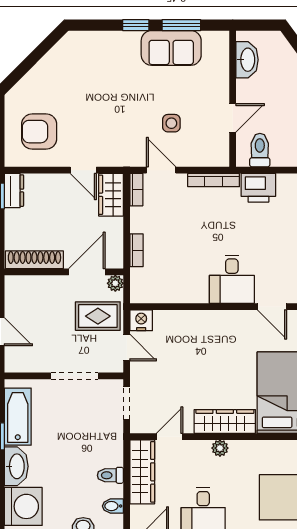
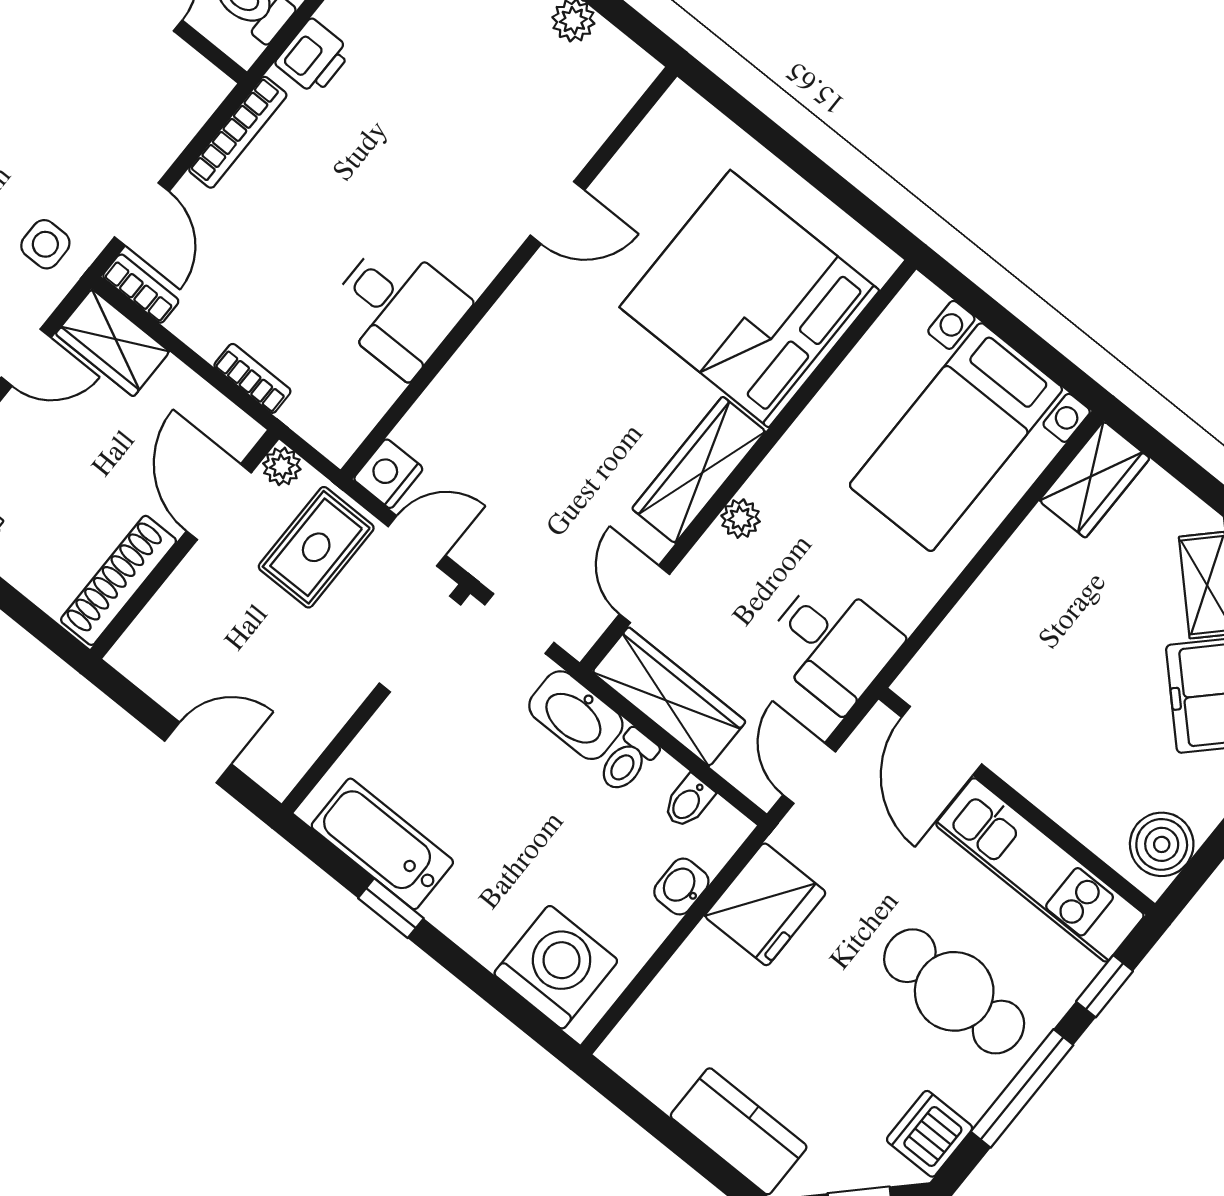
side table: (171, 123) -> (45, 244), moved
door: (161, 170) -> (142, 214), swing flipped
printer: (258, 188) -> (313, 57), width x0.73, depth x0.81
desk: (232, 279) -> (398, 307), moved
doorway: (74, 376) -> (420, 644), moved
washbasin: (16, 466) -> (576, 715), moved, turned 180

